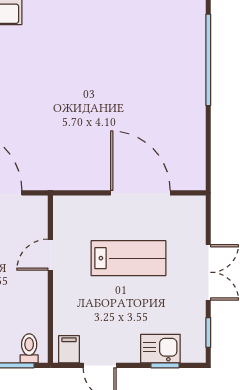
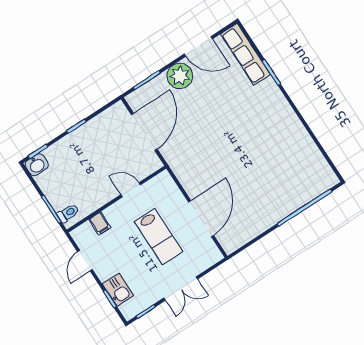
filing cabinet: (69, 349) -> (100, 224), moved, turned 90

